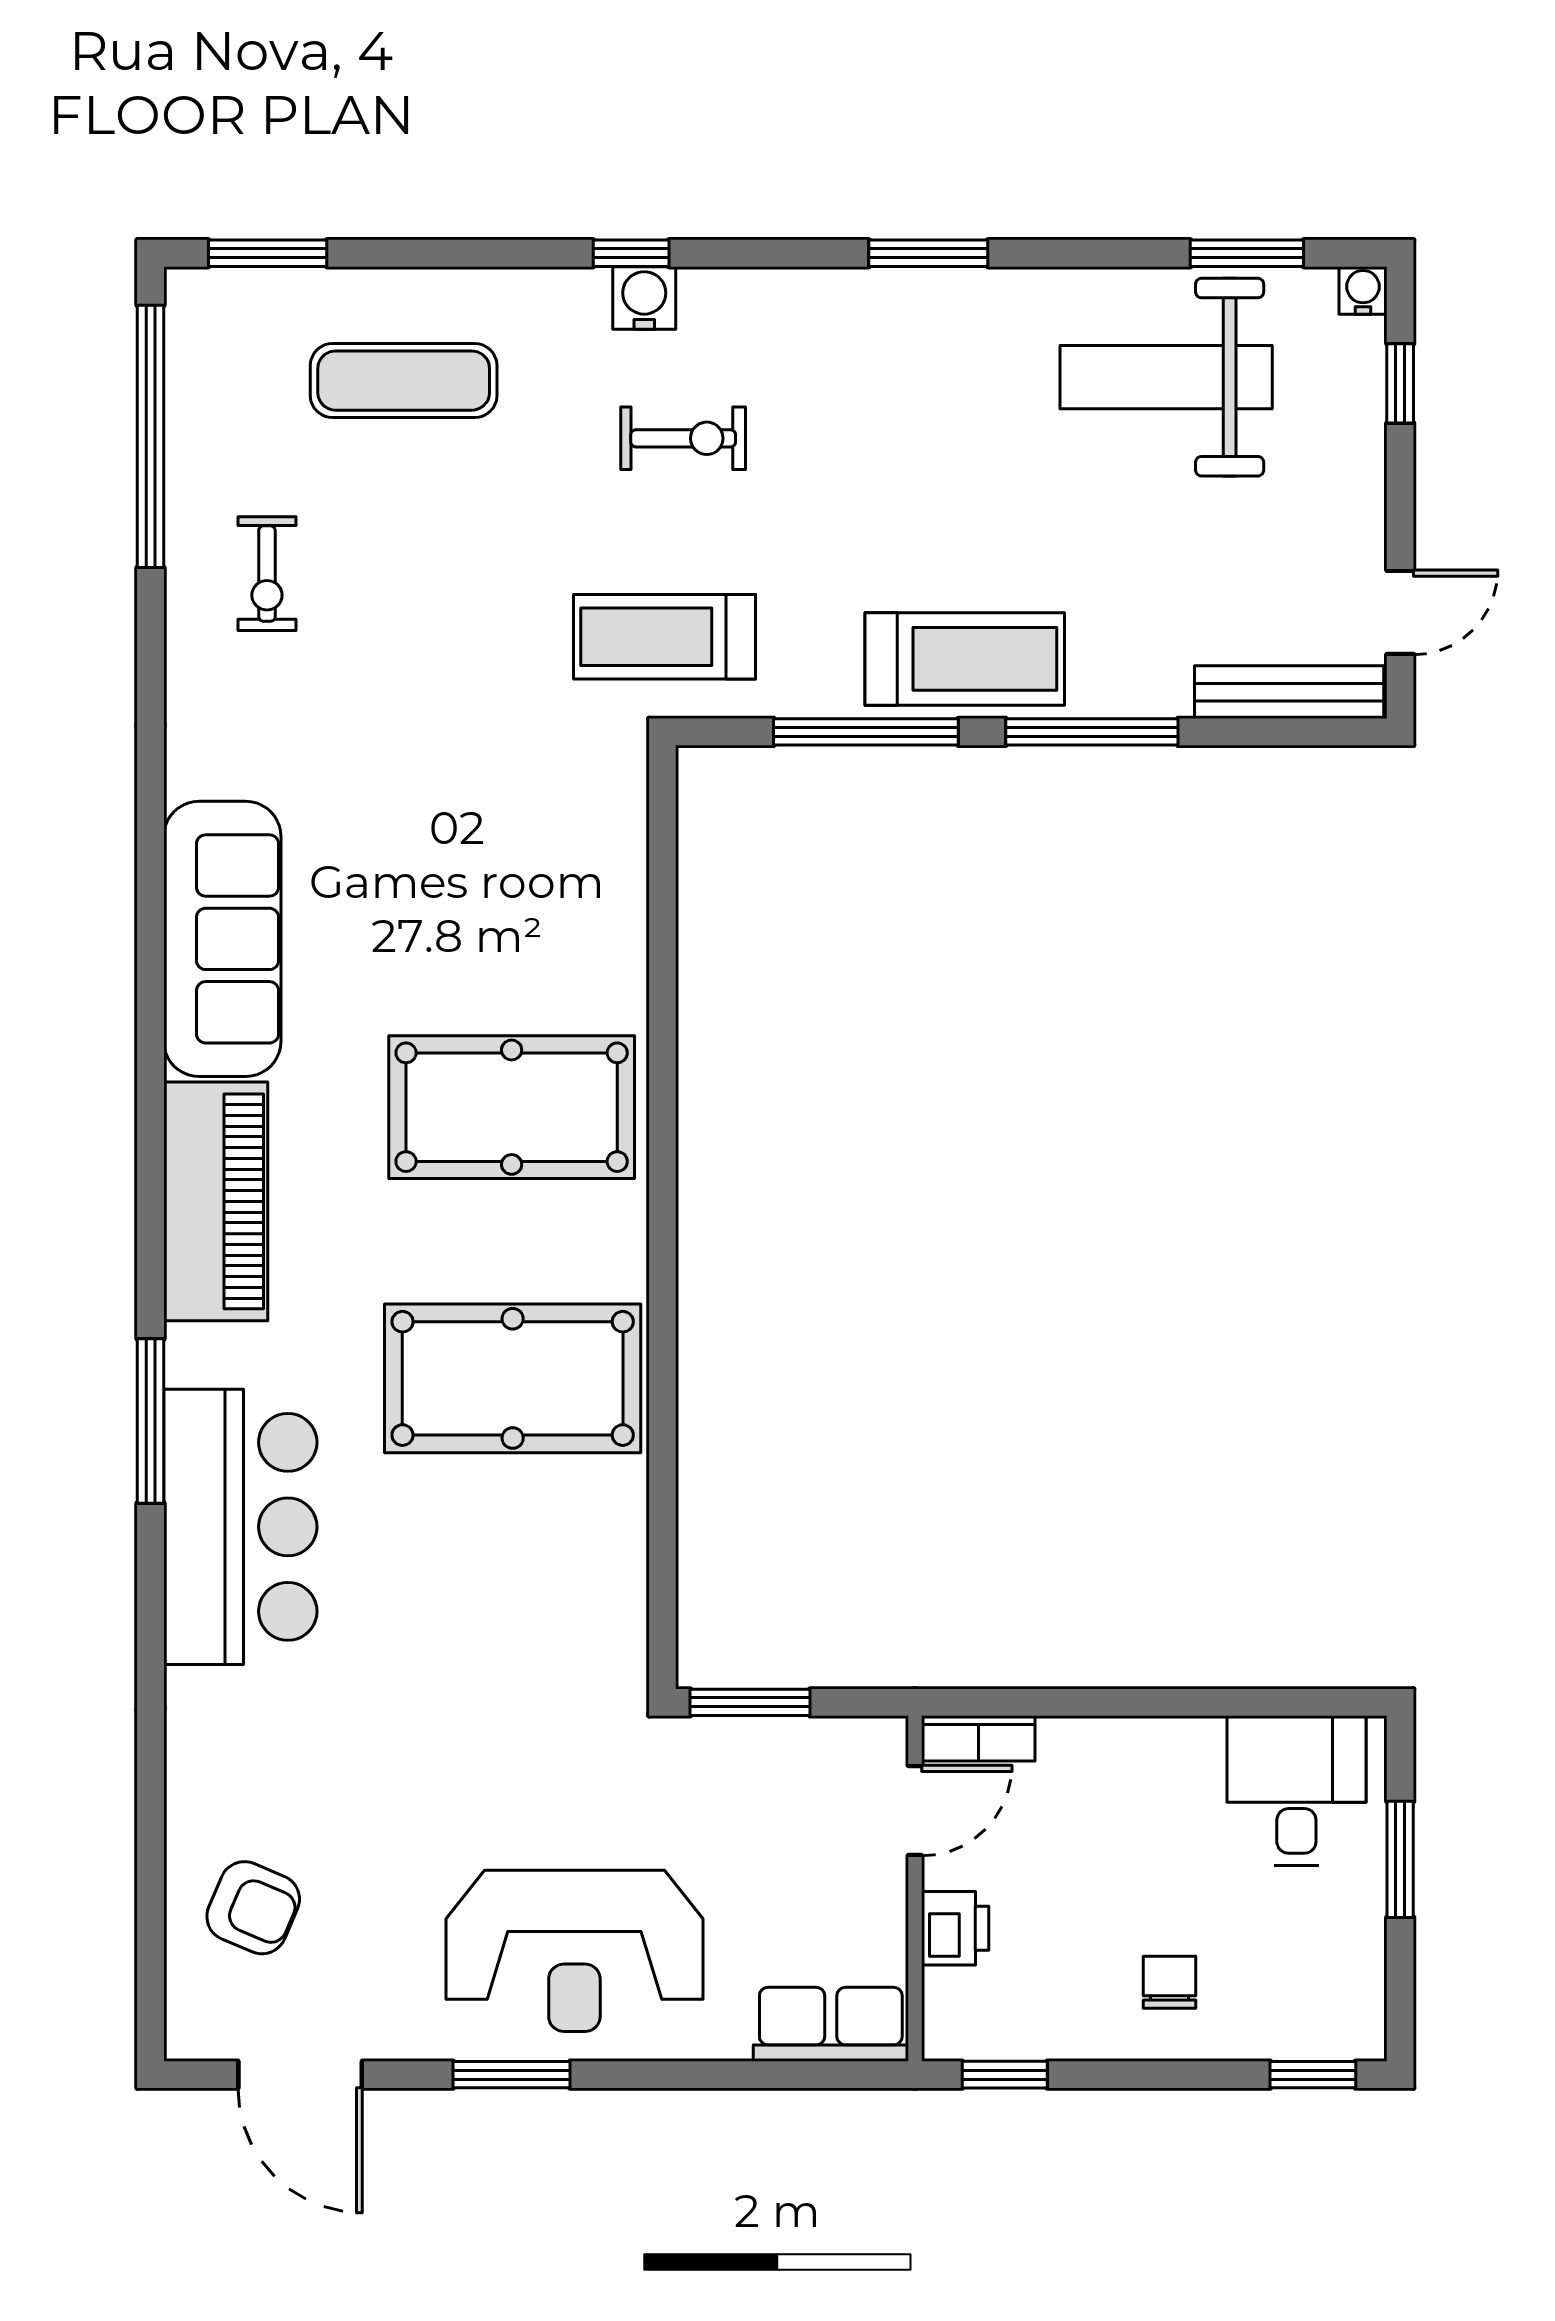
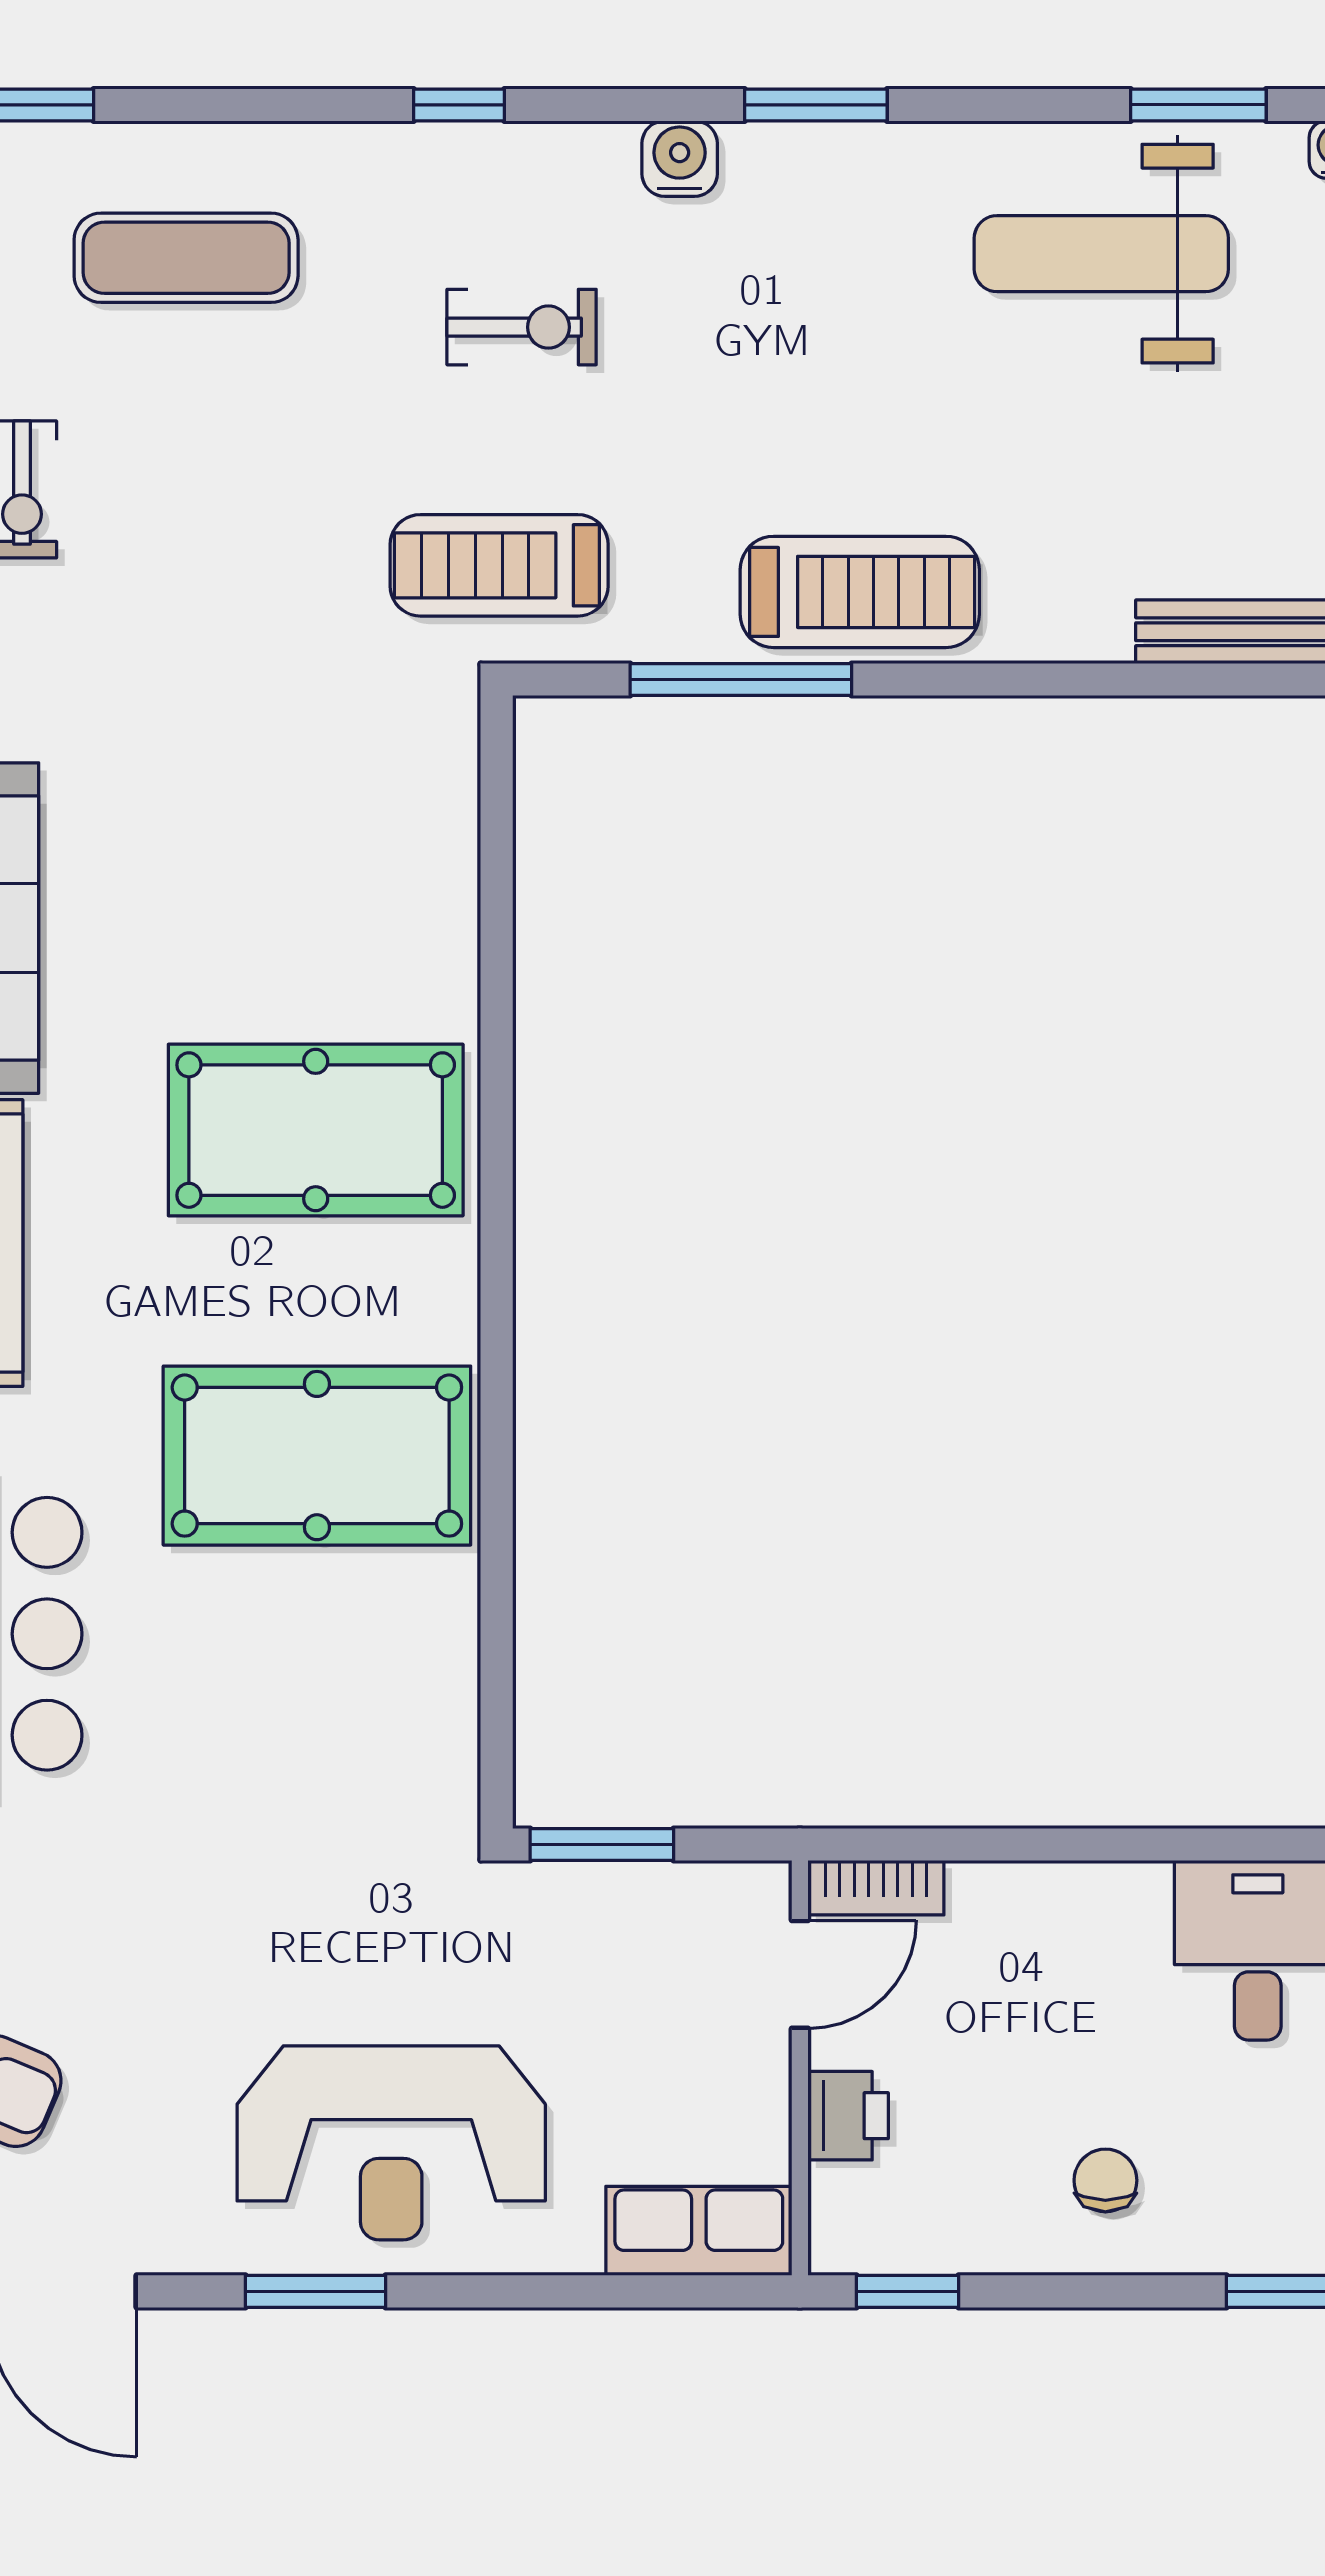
water cooler: (644, 298) -> (680, 159), moved
window: (1092, 732) -> (1012, 679), removed

